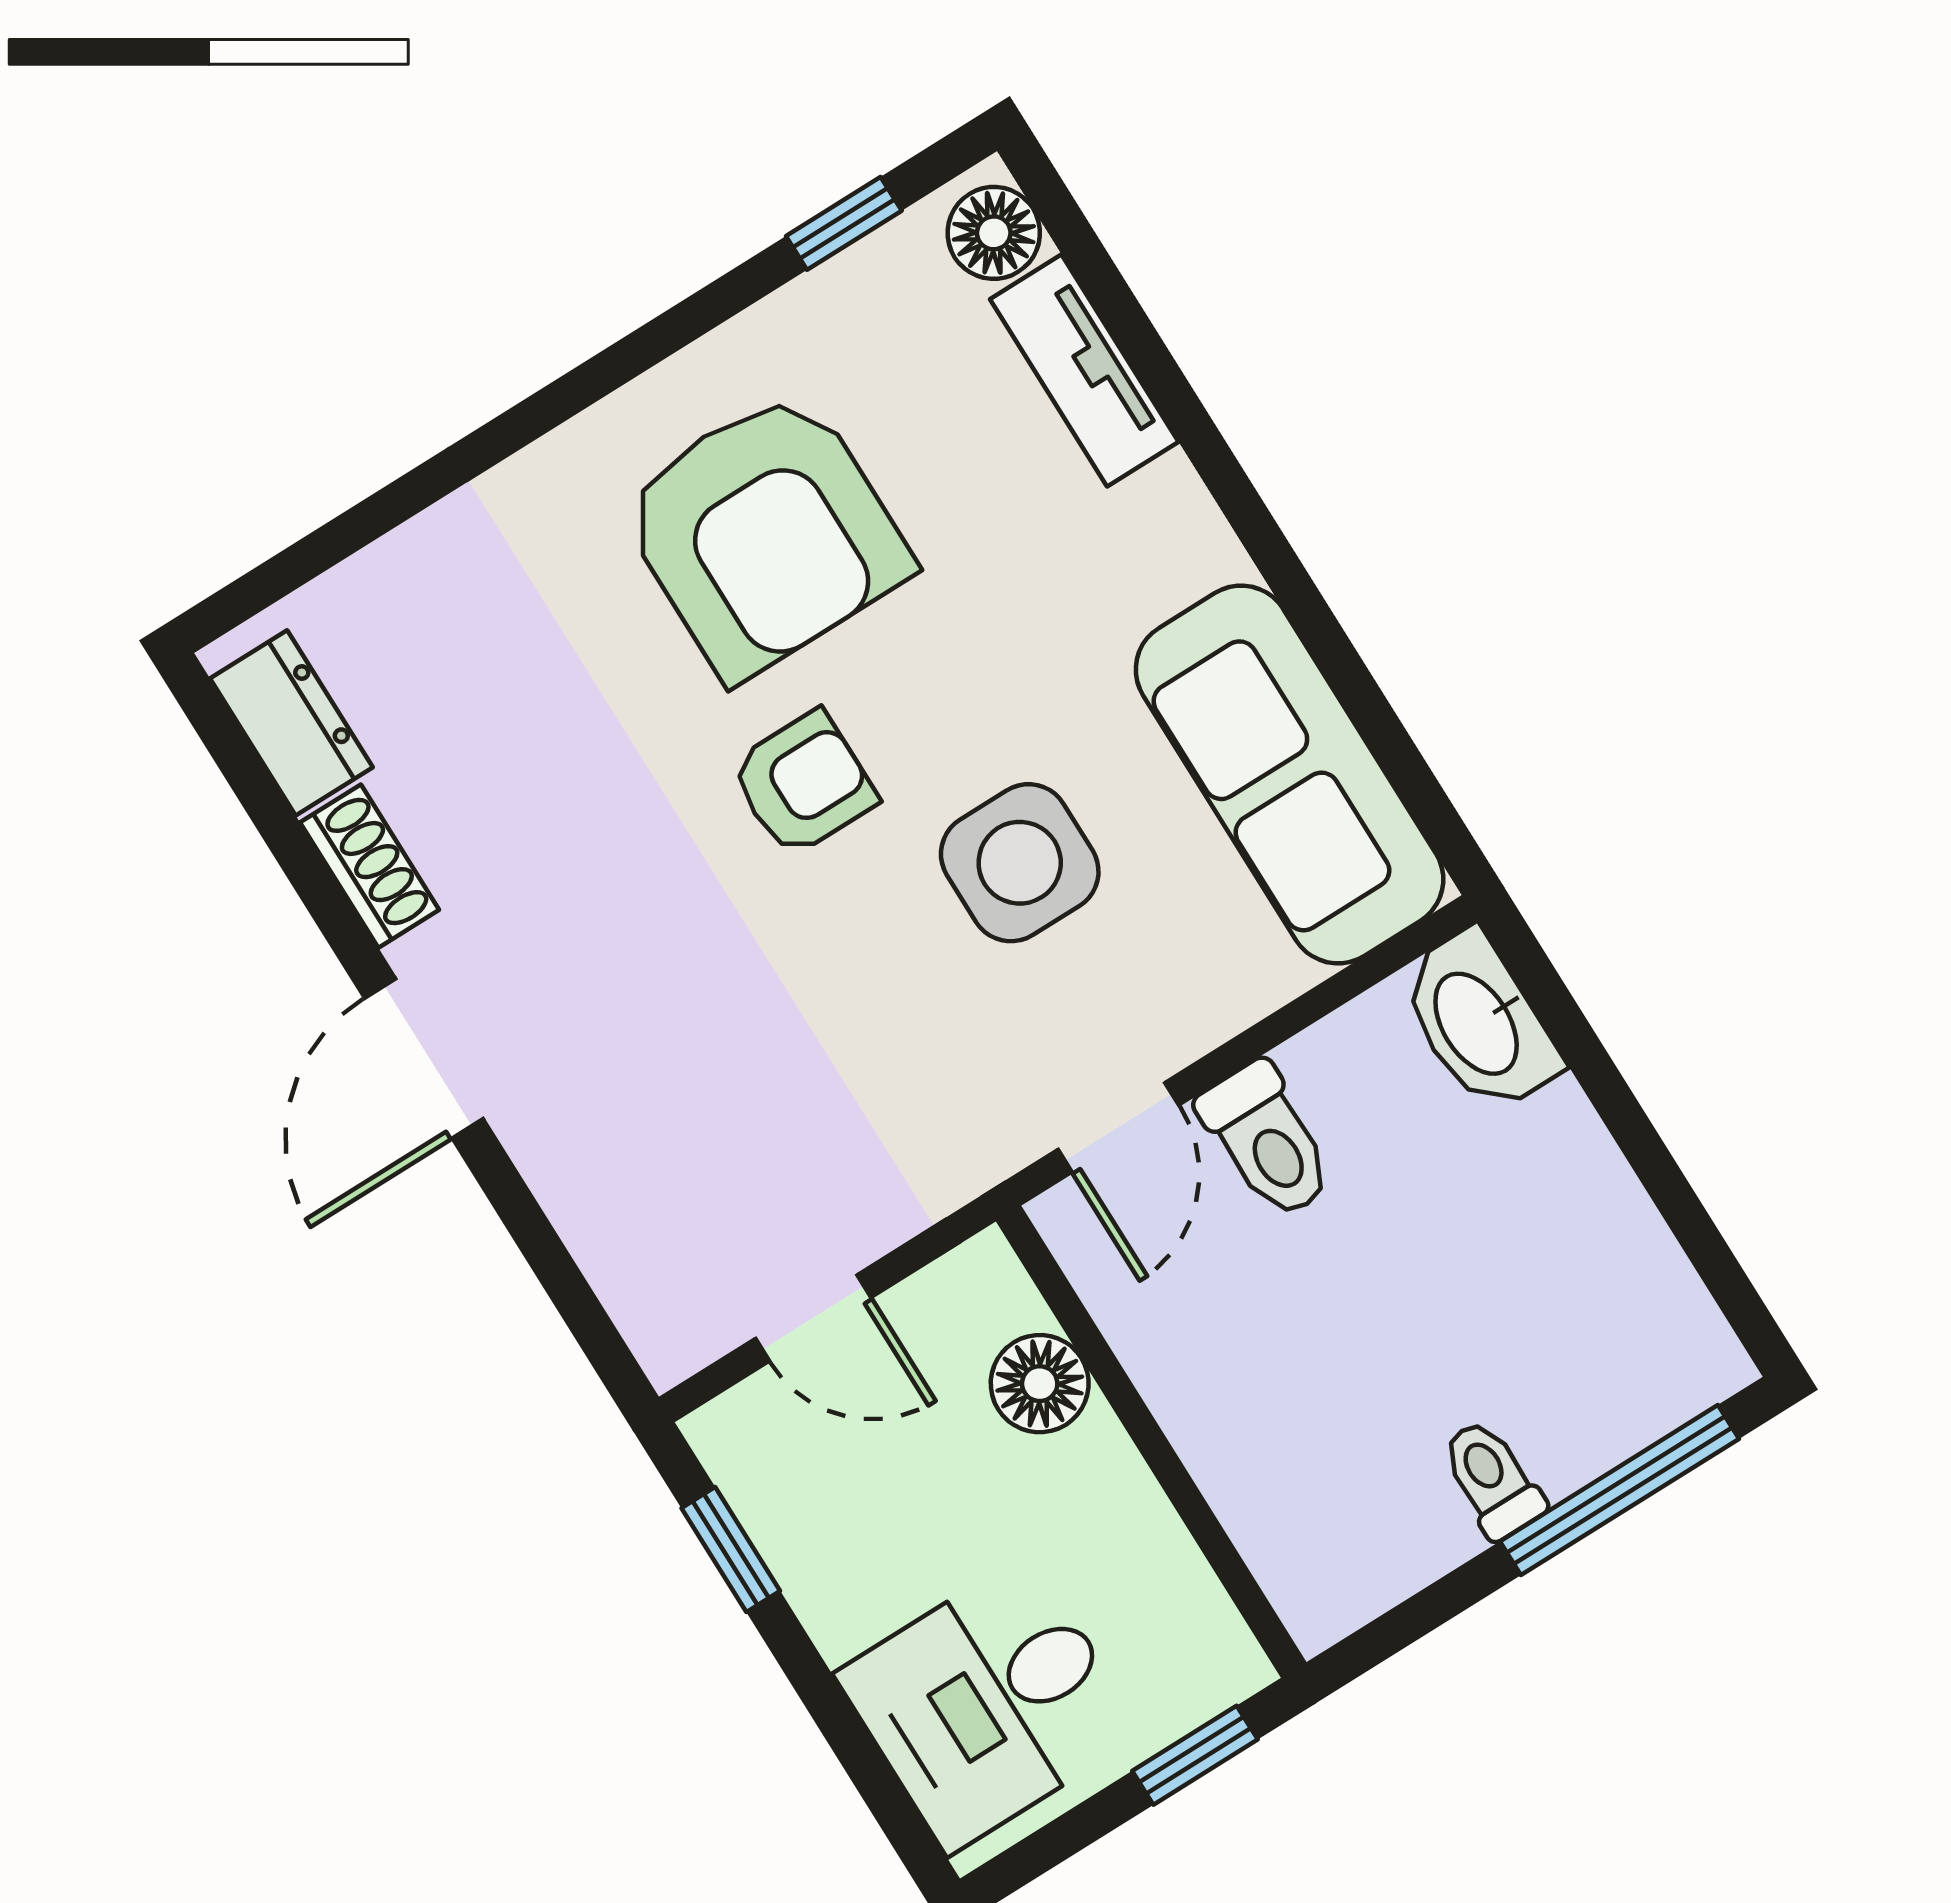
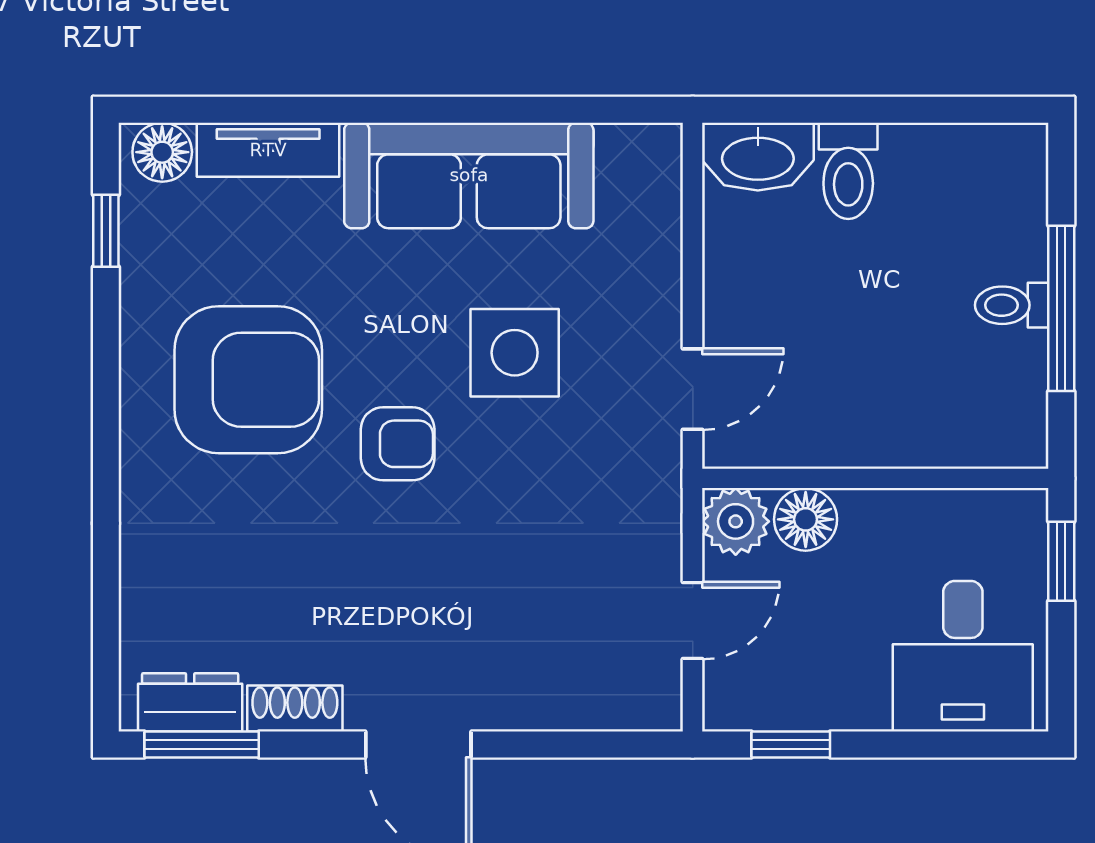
window: (245, 773) -> (202, 744), added
sofa: (1290, 774) -> (469, 175), moved
armchair: (803, 784) -> (398, 444), turned 90
door: (1118, 1127) -> (693, 389), hinge flipped
toilet: (1267, 1140) -> (848, 171), moved, turned 90
plant: (979, 1293) -> (736, 521), added
window: (1619, 1490) -> (1061, 308), moved

